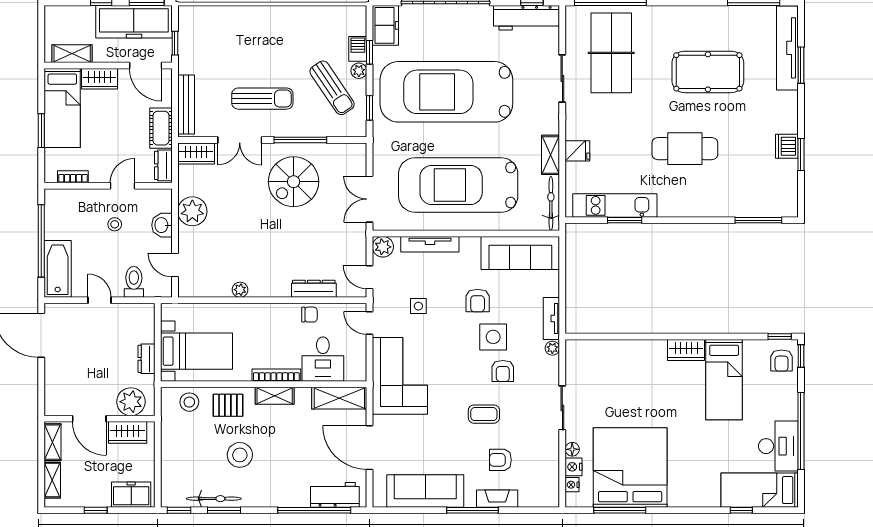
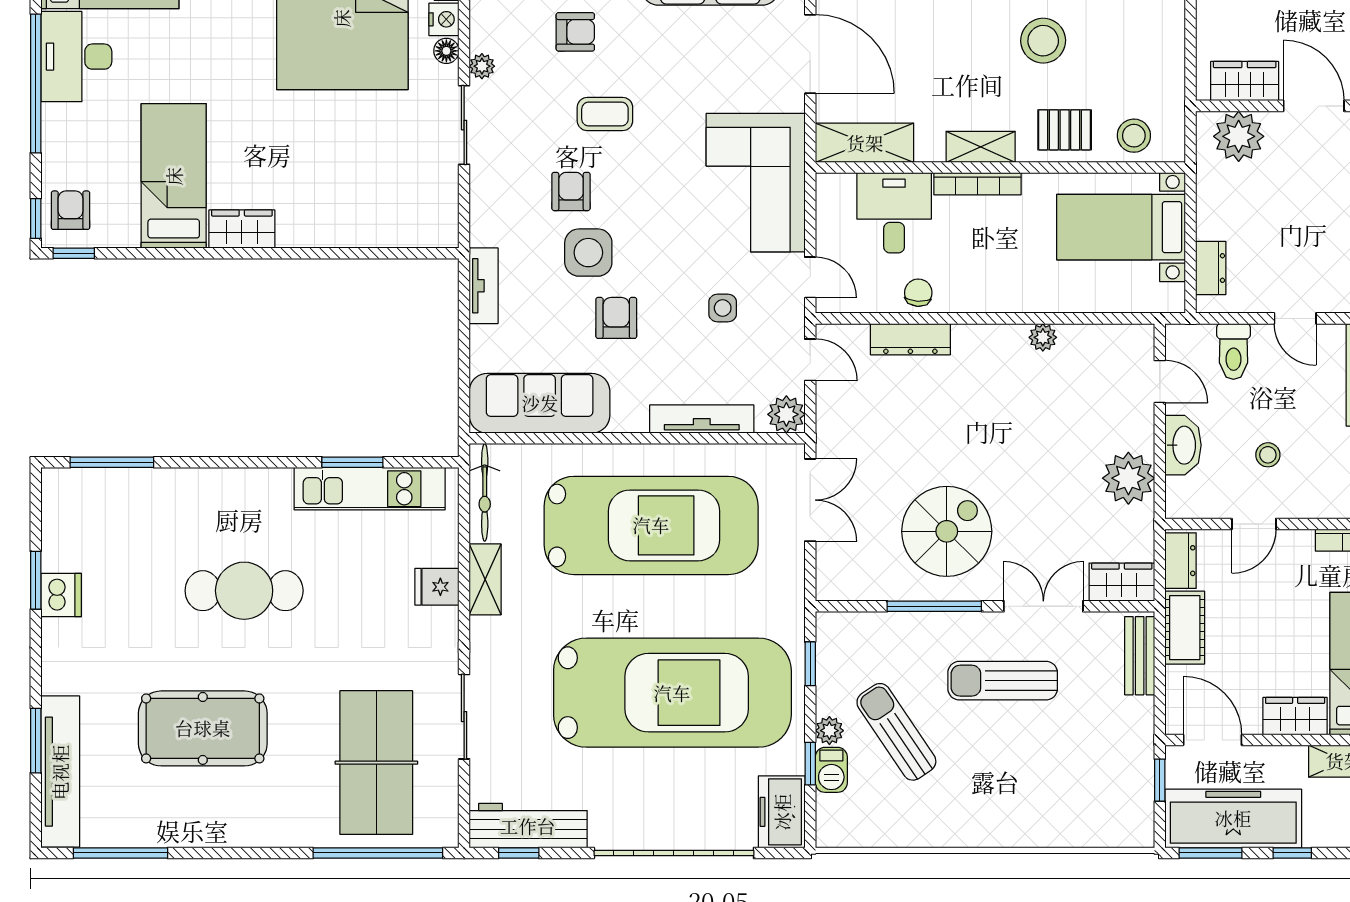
sun lounger: (332, 88) -> (896, 732), moved
bench: (186, 105) -> (1140, 656), width x0.73
washbasin: (162, 225) -> (1183, 445), width x1.38
chair: (309, 315) -> (918, 293), turned 94
plant: (552, 348) -> (482, 66), moved
dresser: (147, 359) -> (1211, 268), moved

